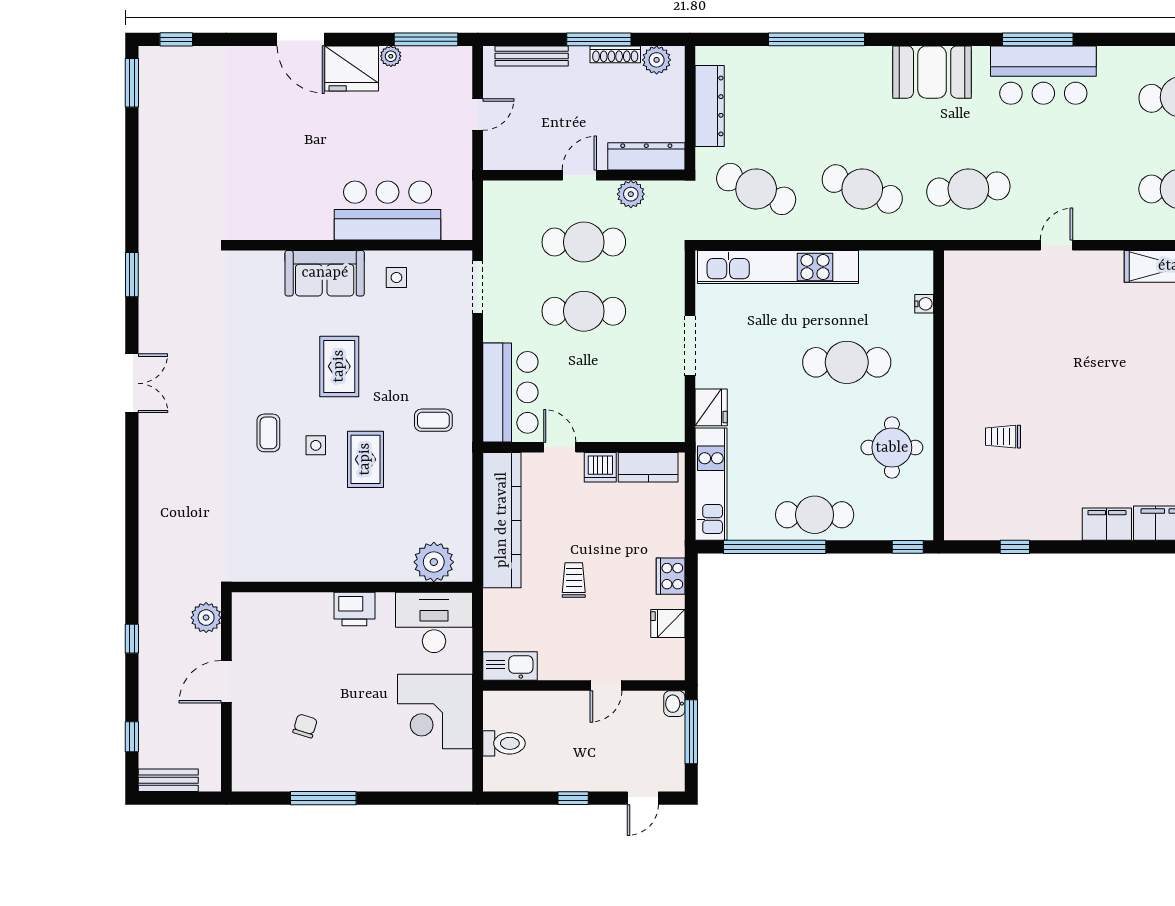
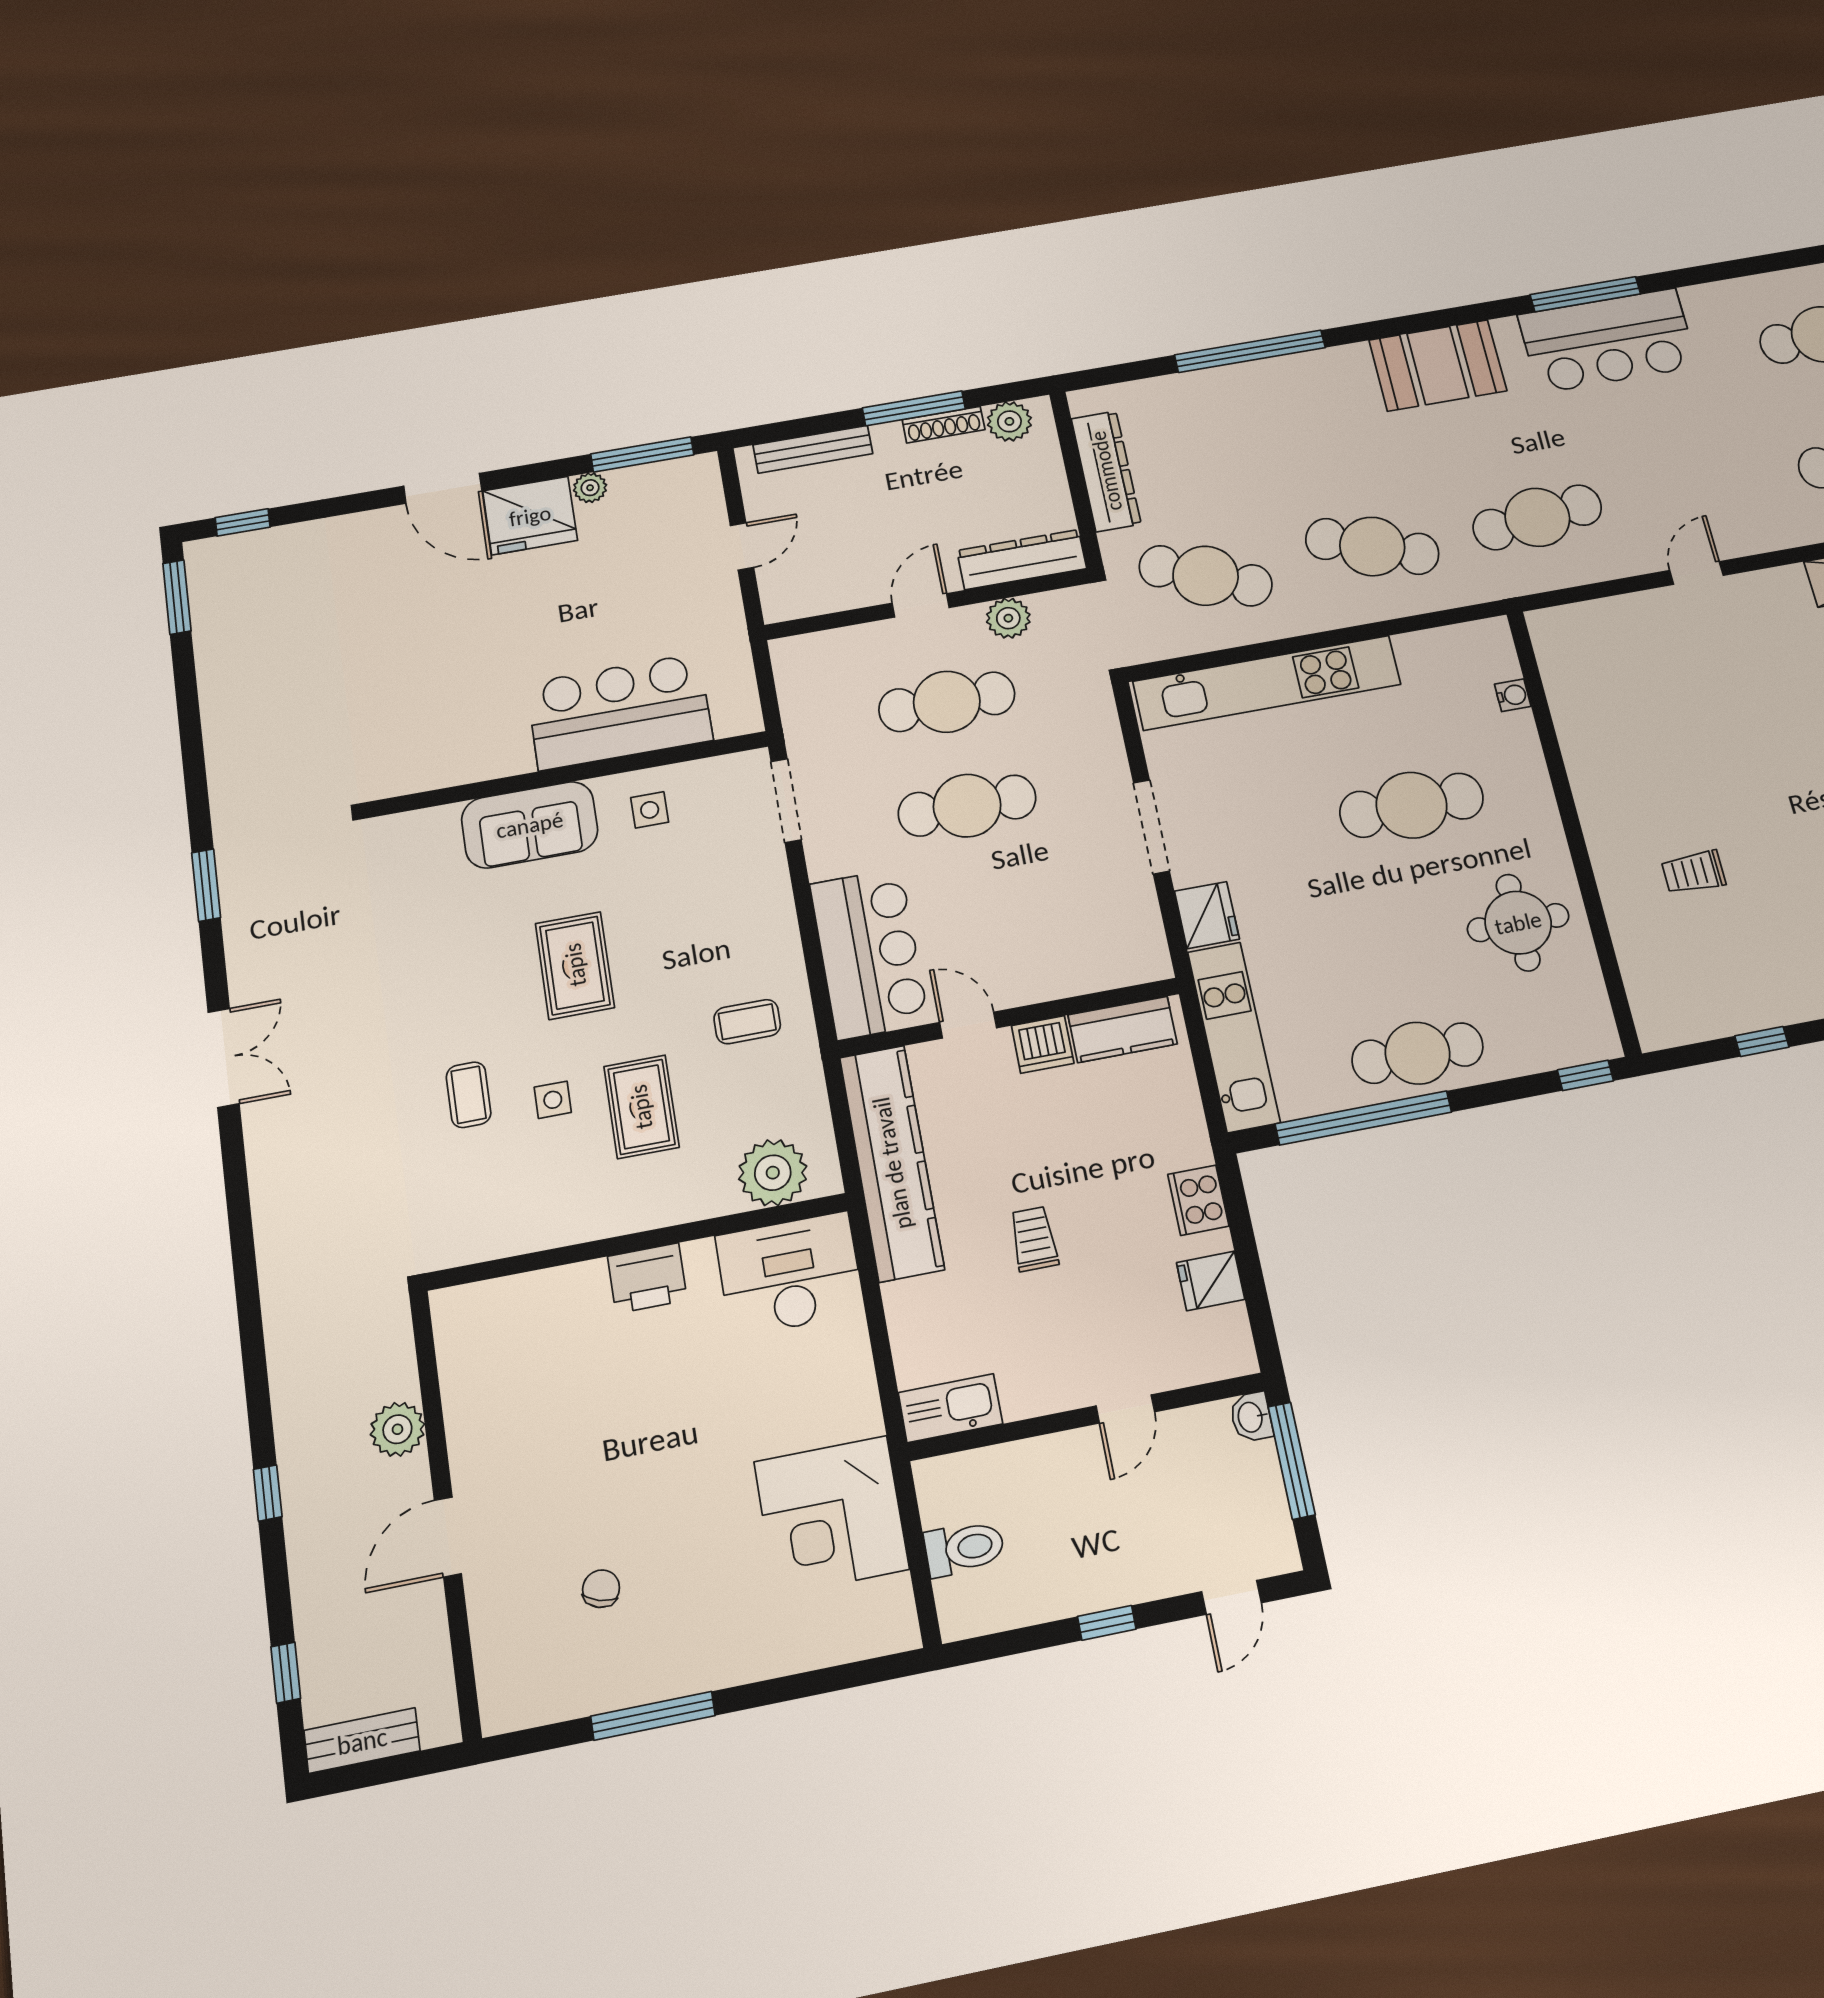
plant: (434, 562) -> (773, 1173), moved
wall: (352, 587) -> (638, 1242), moved
printer: (354, 609) -> (647, 1278), moved
desk: (434, 622) -> (790, 1274), moved

